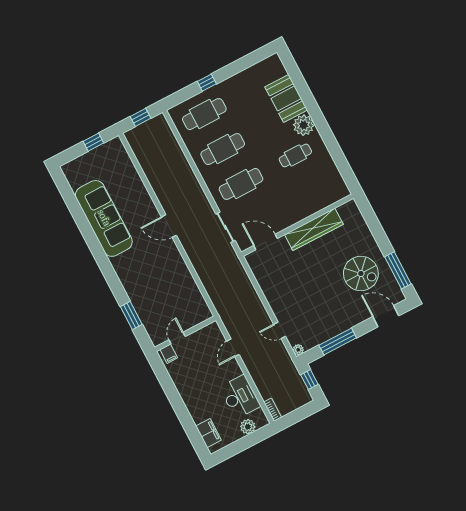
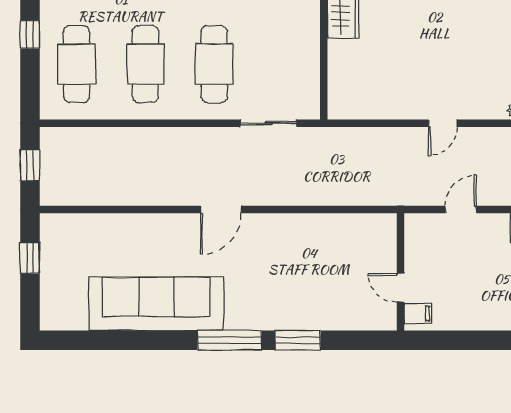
door: (265, 242) -> (324, 73), removed
window: (105, 265) -> (230, 340), added
window: (131, 315) -> (298, 340), moved
door: (280, 330) -> (443, 123), moved
door: (233, 348) -> (461, 210), swing flipped

